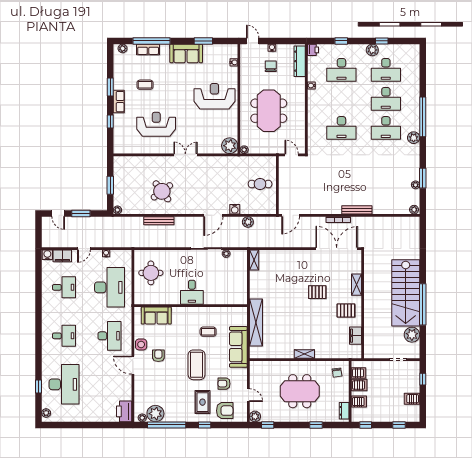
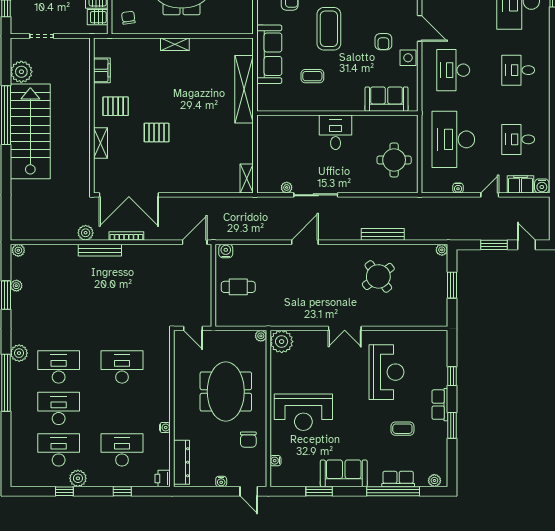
chair: (271, 66) -> (248, 440), moved
reception desk: (156, 124) -> (387, 372), turned -90
water cooler: (235, 209) -> (226, 251), moved
plant: (248, 222) -> (86, 233), moved

